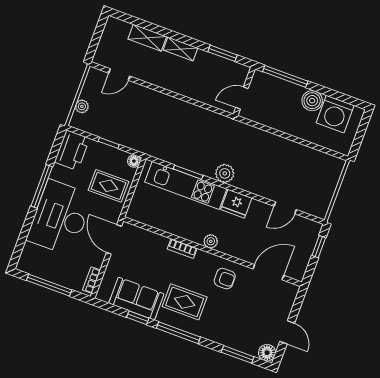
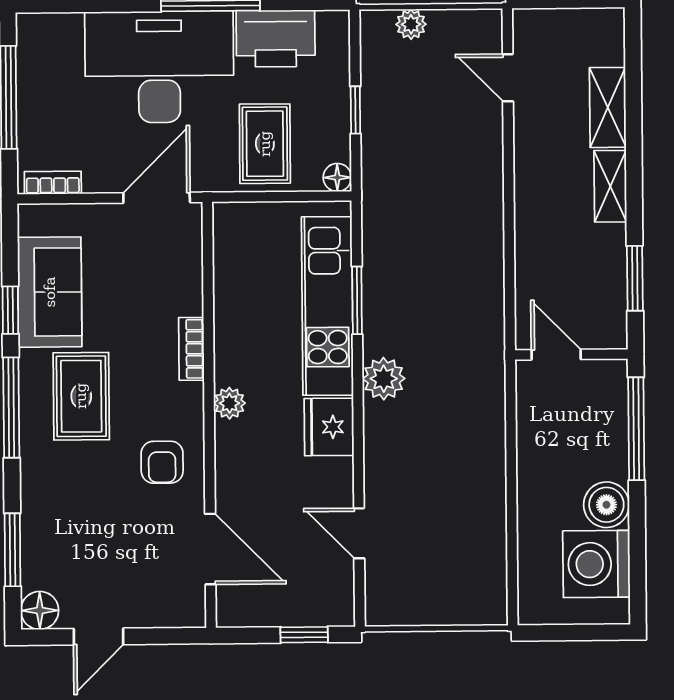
printer: (72, 150) -> (276, 39), moved

